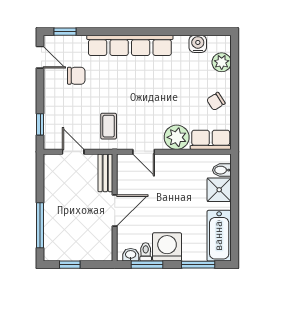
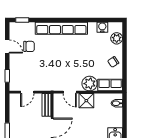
door: (40, 57) -> (7, 47), moved
coffee table: (109, 126) -> (49, 77), removed
door: (73, 152) -> (27, 92), swing flipped
shower: (219, 190) -> (86, 101), moved

